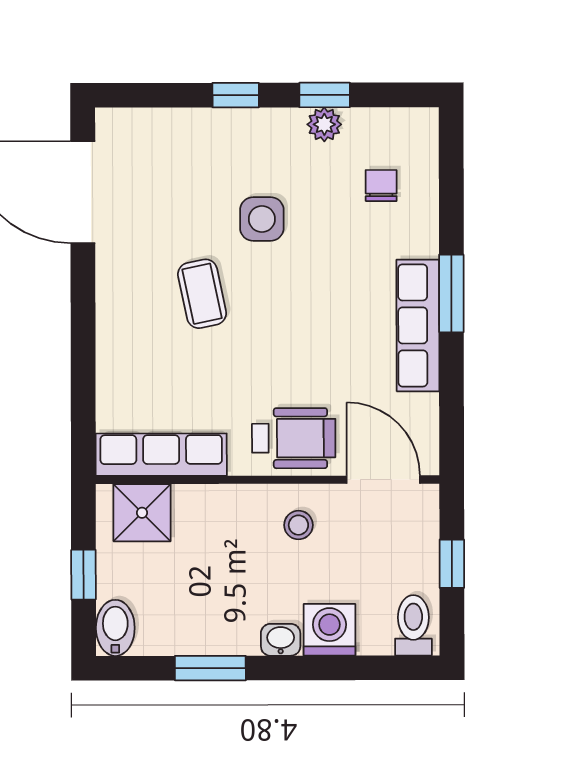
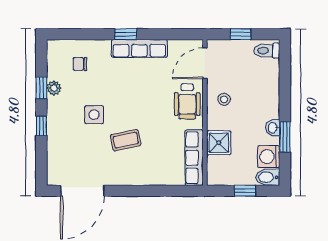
window: (451, 293) -> (126, 34), width x0.67
wheelchair: (294, 438) -> (187, 101), turned 180
shower: (142, 513) -> (219, 143), moved
washing machine: (329, 630) -> (269, 157), moved
washbasin: (281, 640) -> (273, 128), moved

